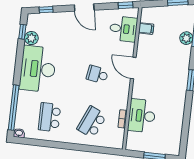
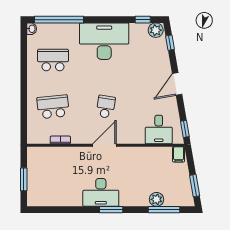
filing cabinet: (146, 29) -> (179, 154), moved
plant: (31, 38) -> (156, 30), moved
door: (133, 68) -> (104, 145), moved
desk: (142, 116) -> (101, 192), moved, turned 180
school desk: (92, 122) -> (53, 107), turned -30

